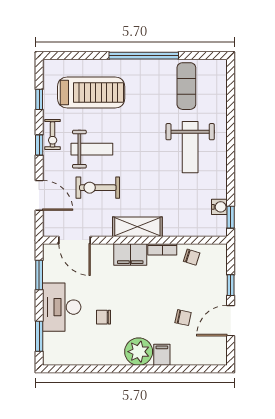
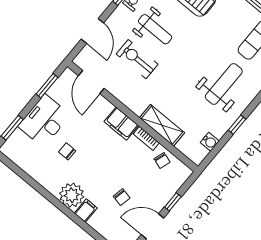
weight bench: (190, 147) -> (224, 84), turned 180
window: (231, 217) -> (237, 125), moved
shelving: (137, 227) -> (162, 125), moved

